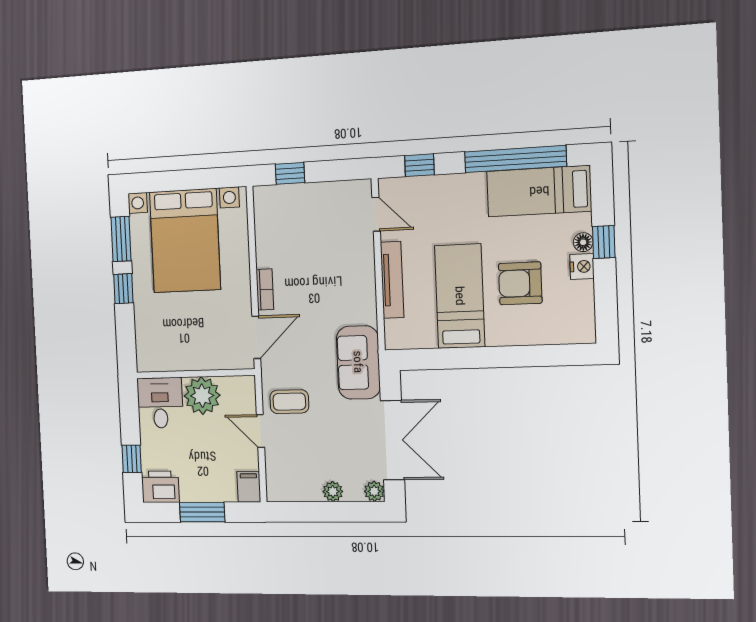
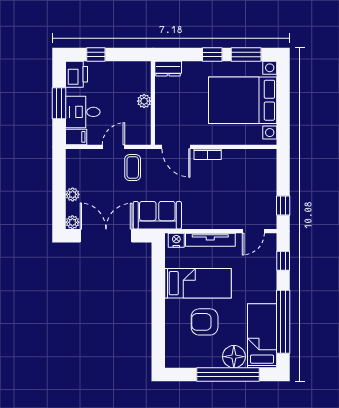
window: (290, 173) -> (283, 205), moved
floor lamp: (583, 242) -> (234, 357), width x1.89, depth x1.89
window: (604, 242) -> (228, 374), width x3.17
nightstand: (582, 266) -> (176, 240), moved, turned 180
armchair: (520, 283) -> (205, 322), turned -90
dresser: (146, 353) -> (168, 69), added
plant: (202, 396) -> (144, 101), width x0.53, depth x0.53
desk: (160, 403) -> (83, 112), moved, turned 180
double door: (392, 440) -> (106, 236), swing flipped

